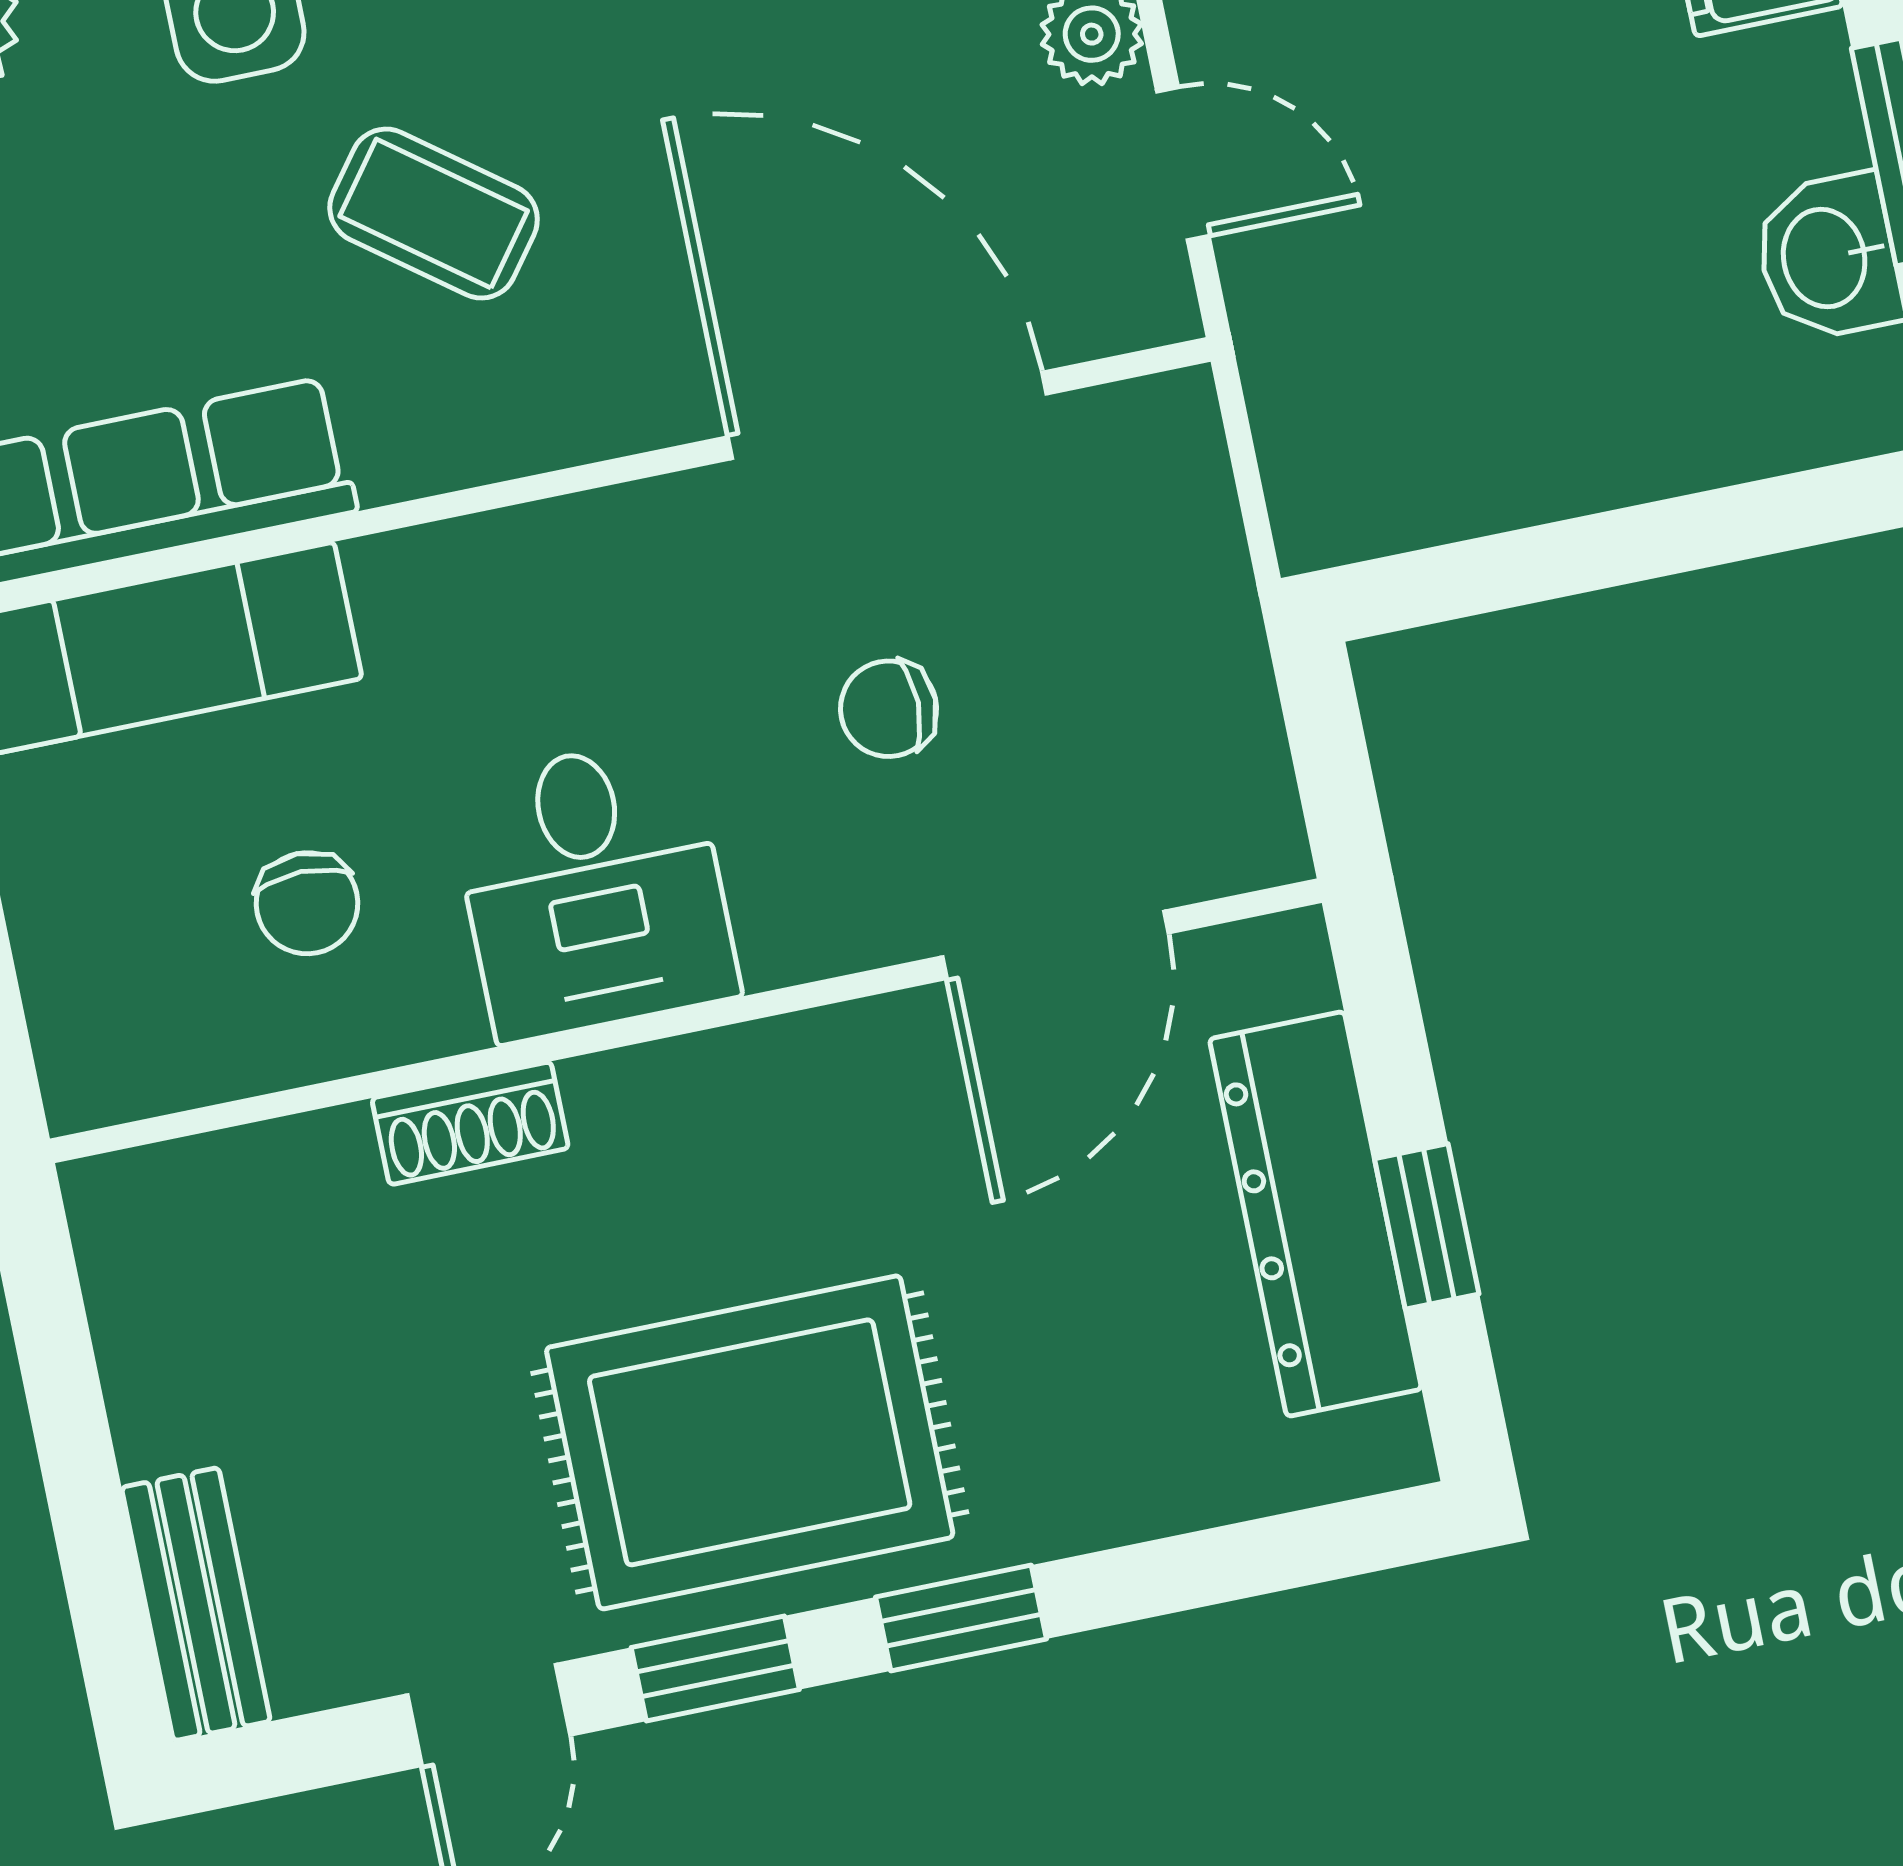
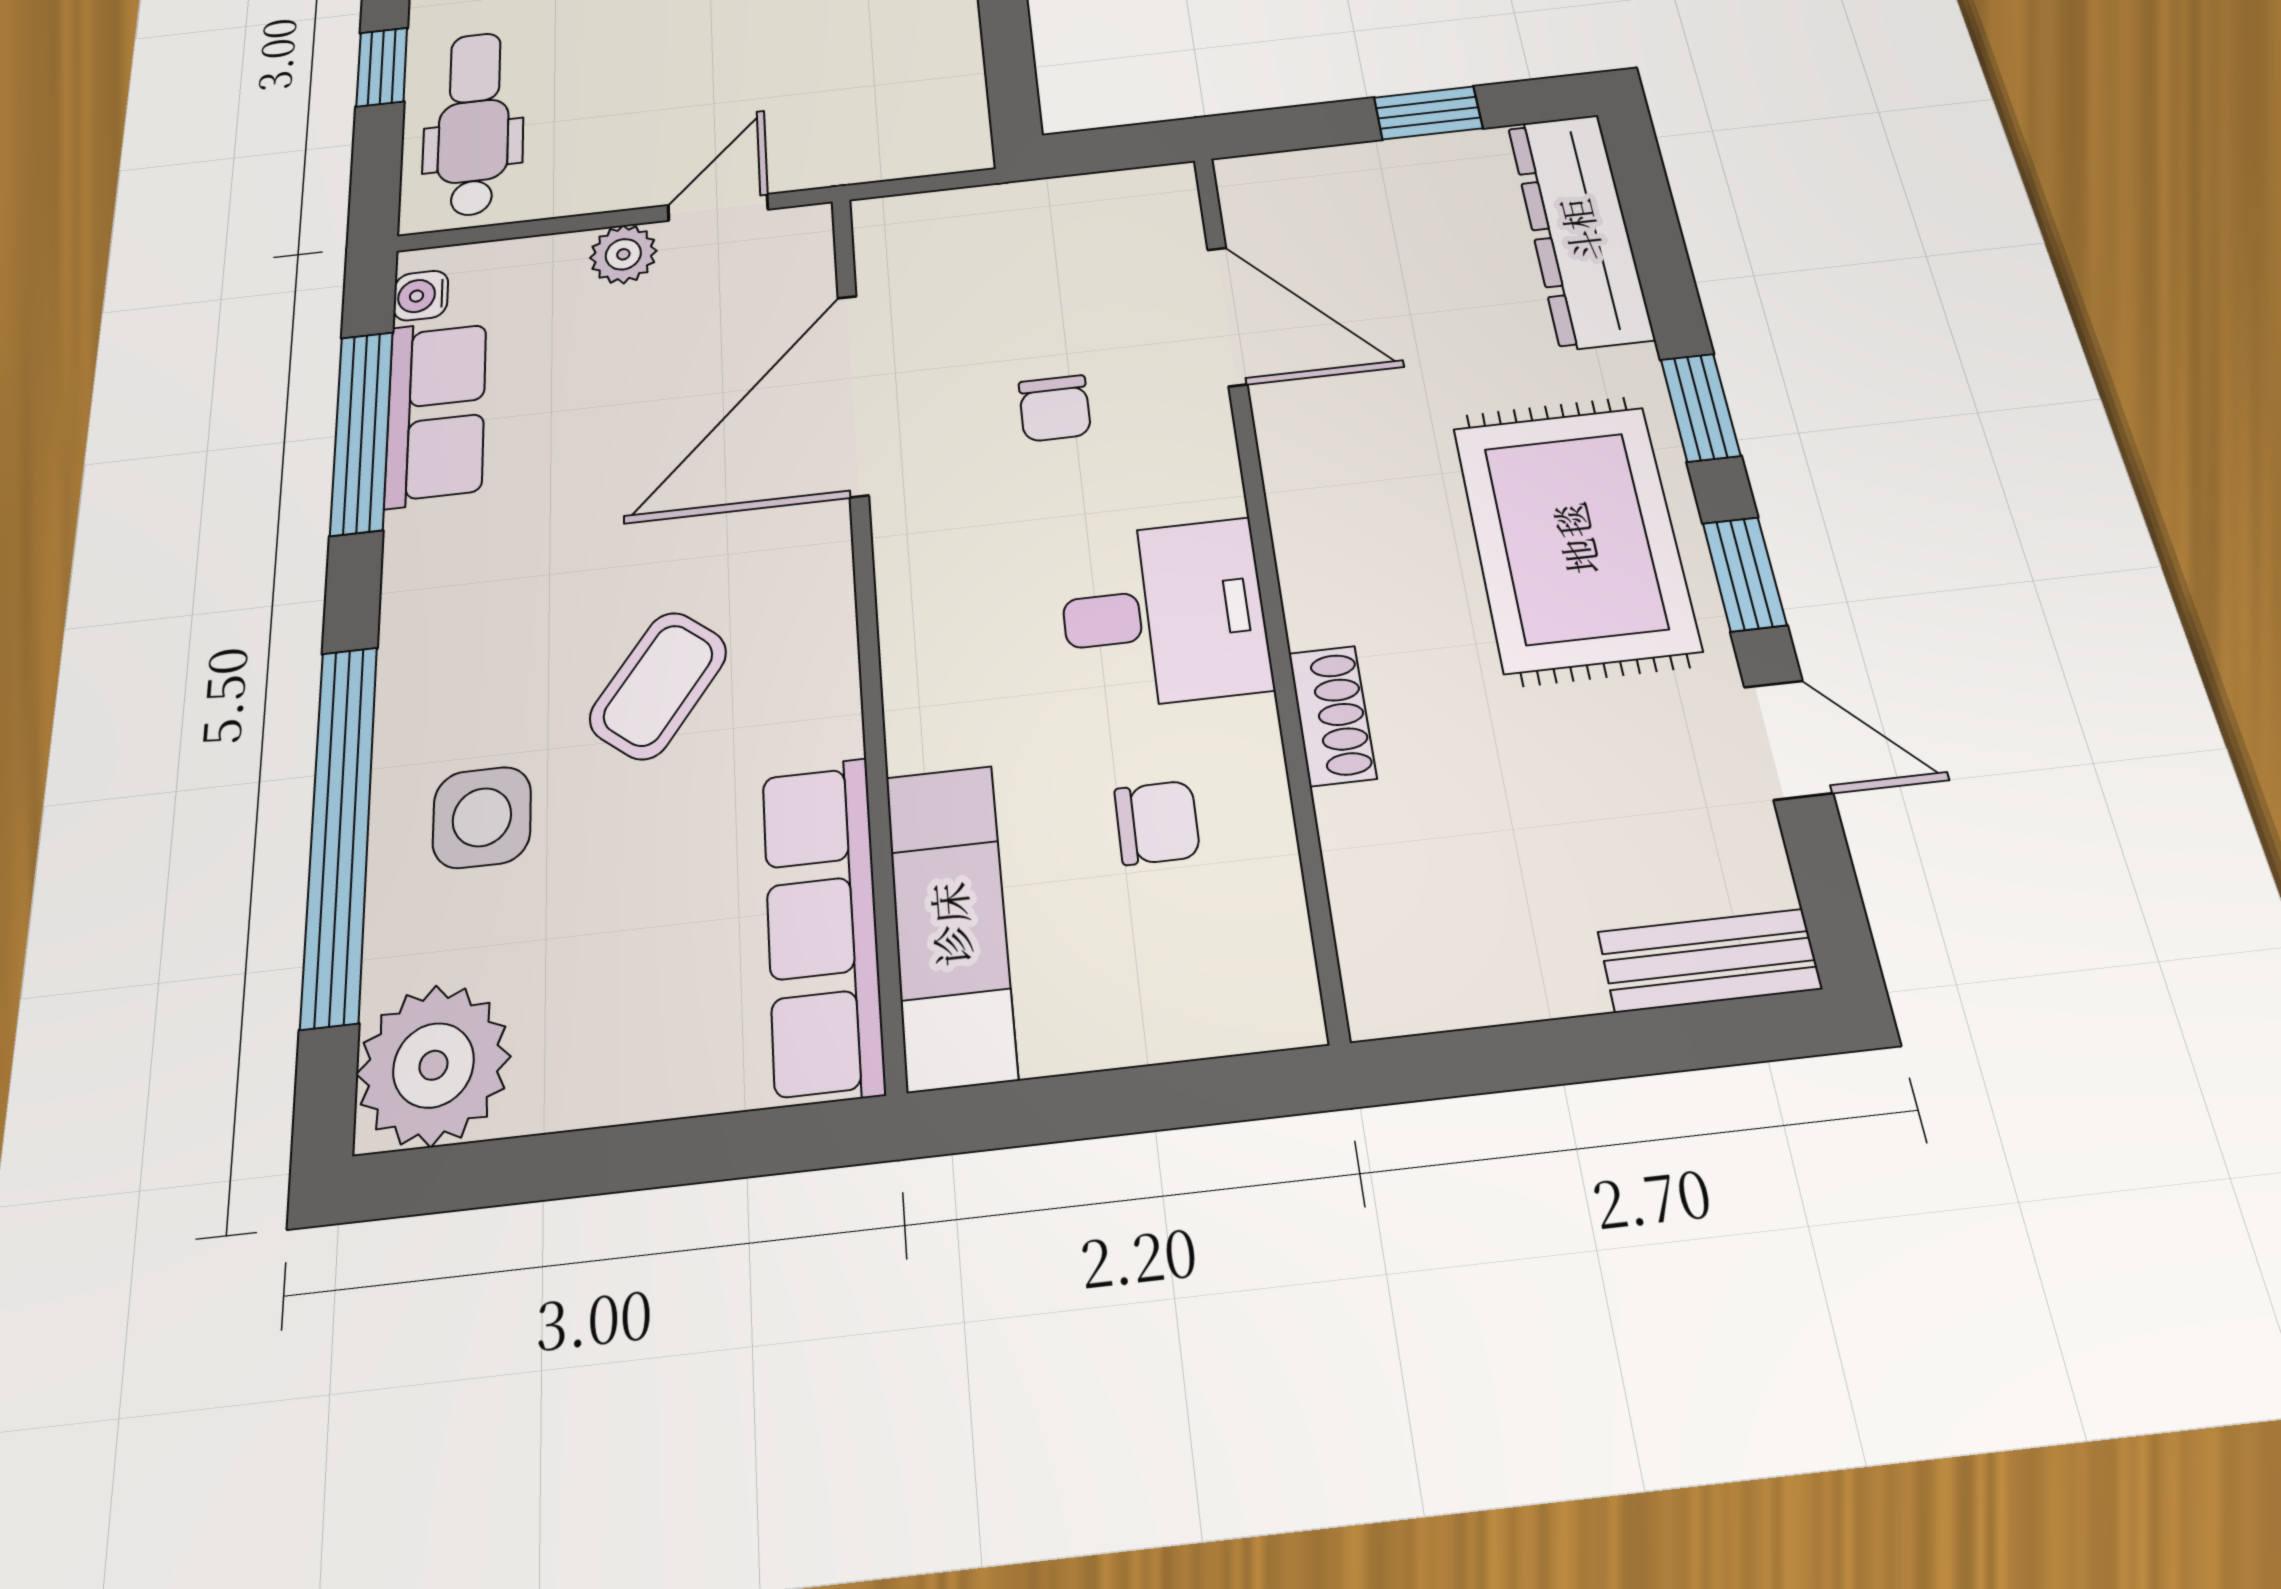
dresser: (1315, 1214) -> (1580, 230), moved, turned 90

